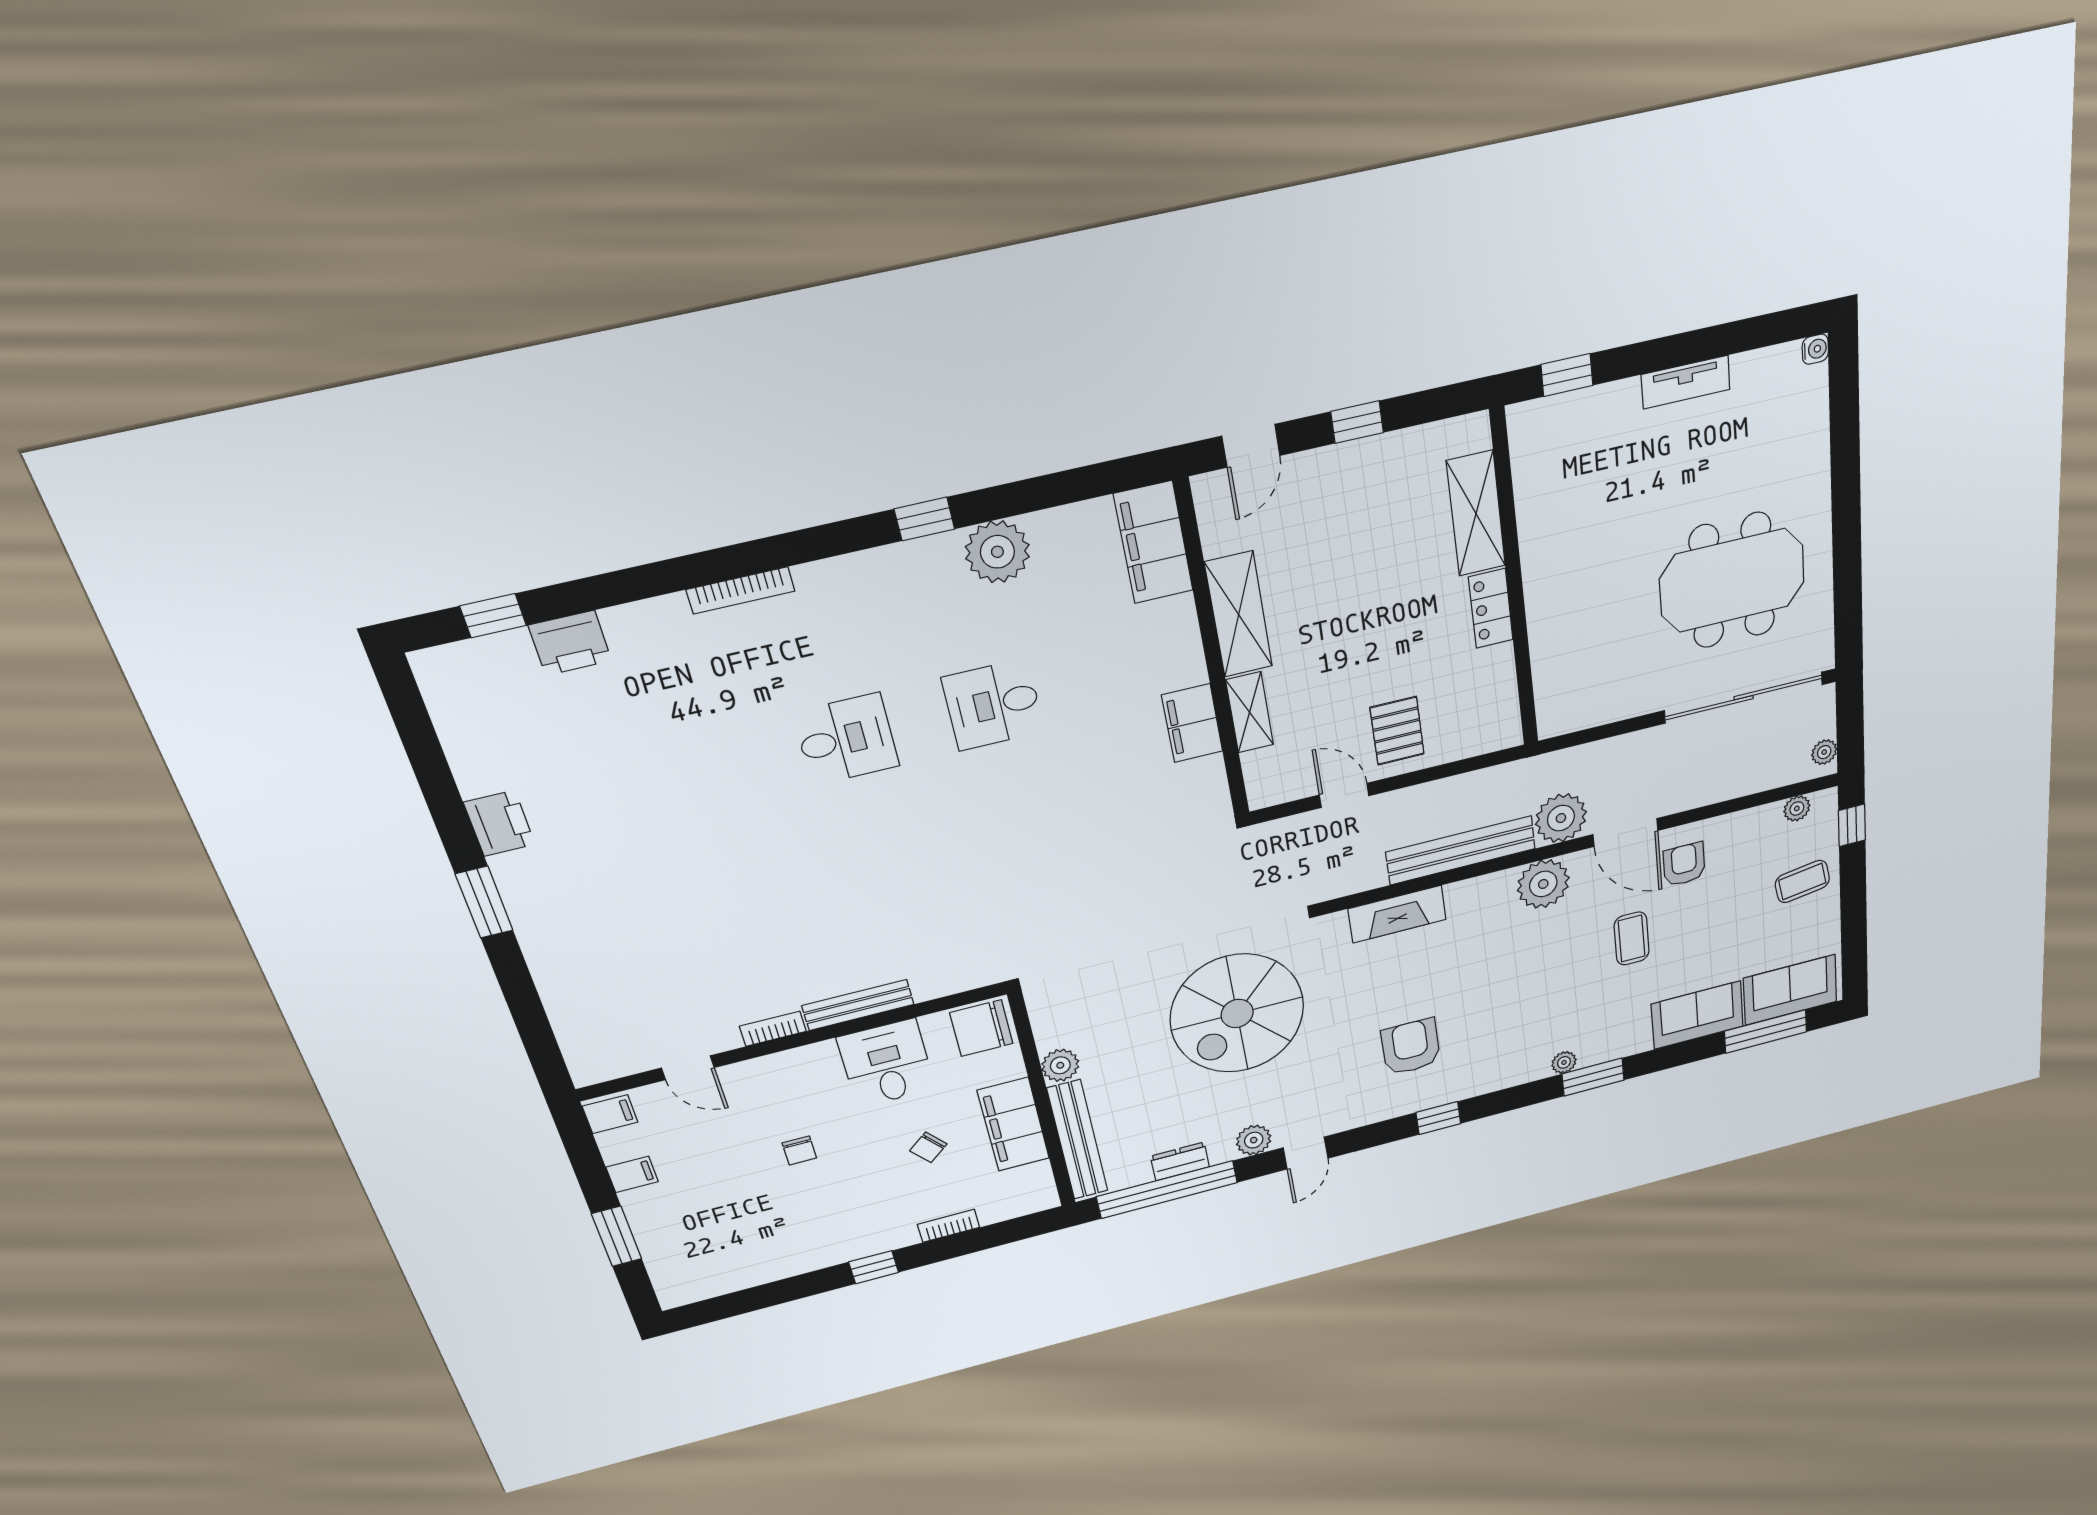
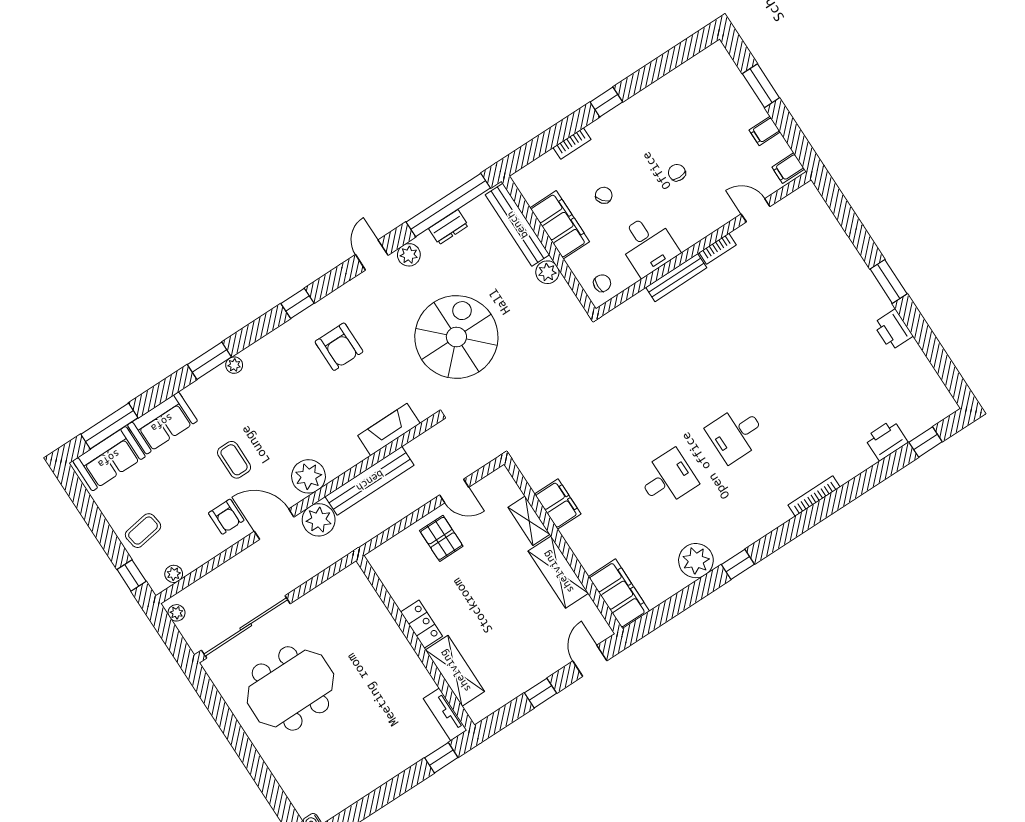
tv unit: (1686, 382) -> (445, 714), moved, turned -90
chair: (981, 1028) -> (602, 283), width x0.54, depth x0.54

